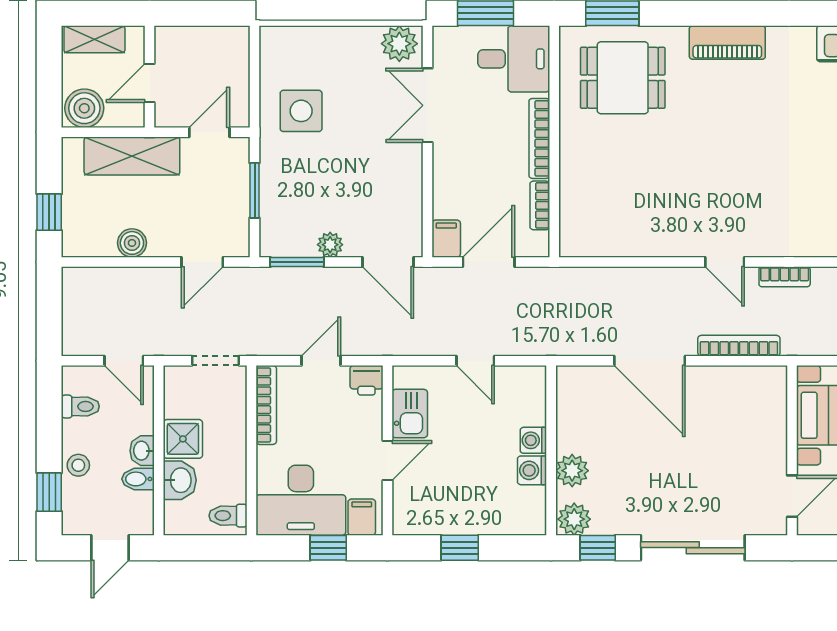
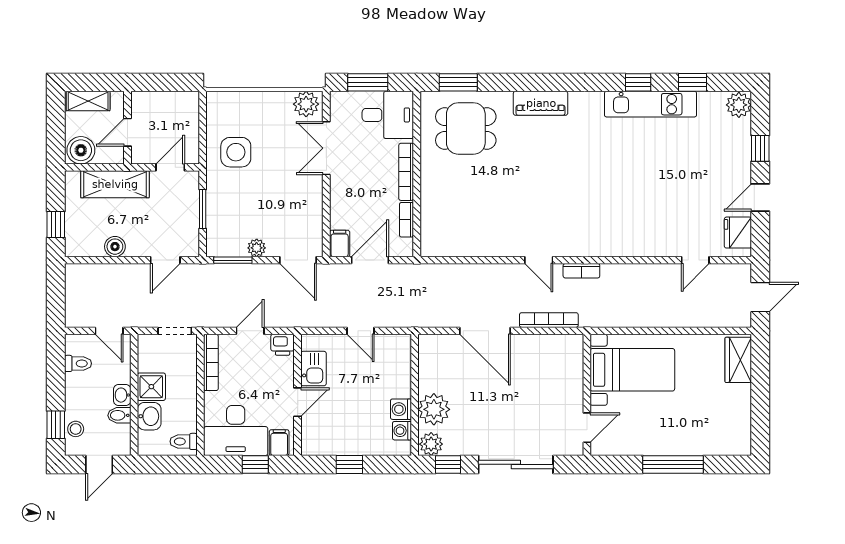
washing machine: (533, 440) -> (402, 431), moved
stool: (78, 465) -> (76, 429), moved
plant: (572, 471) -> (434, 409), width x1.36, depth x1.36

